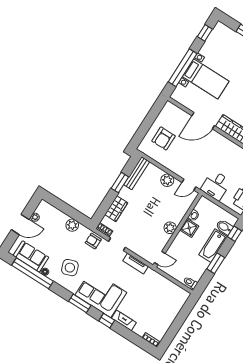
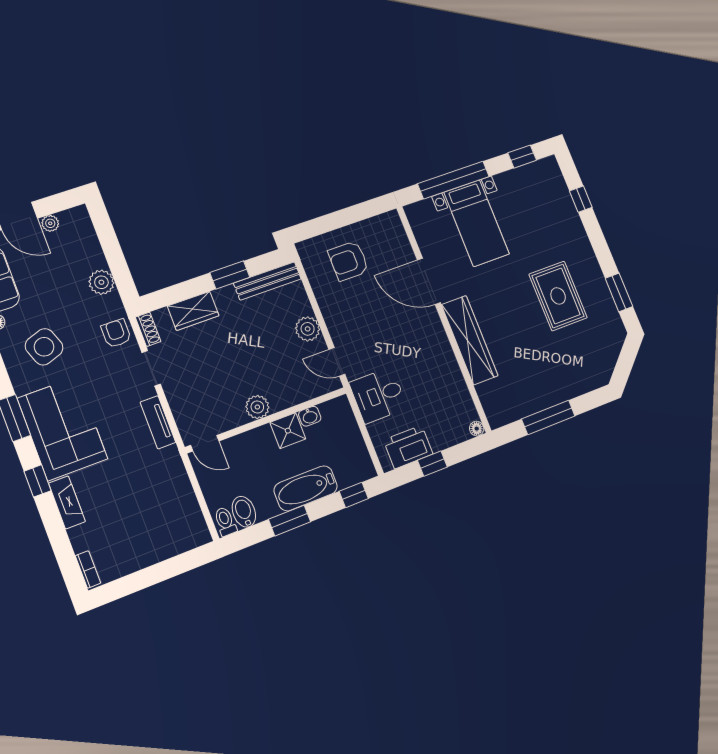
bidet: (224, 227) -> (244, 512), moved

